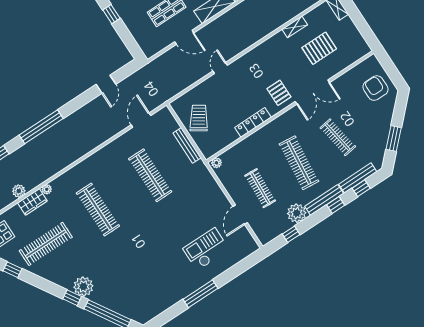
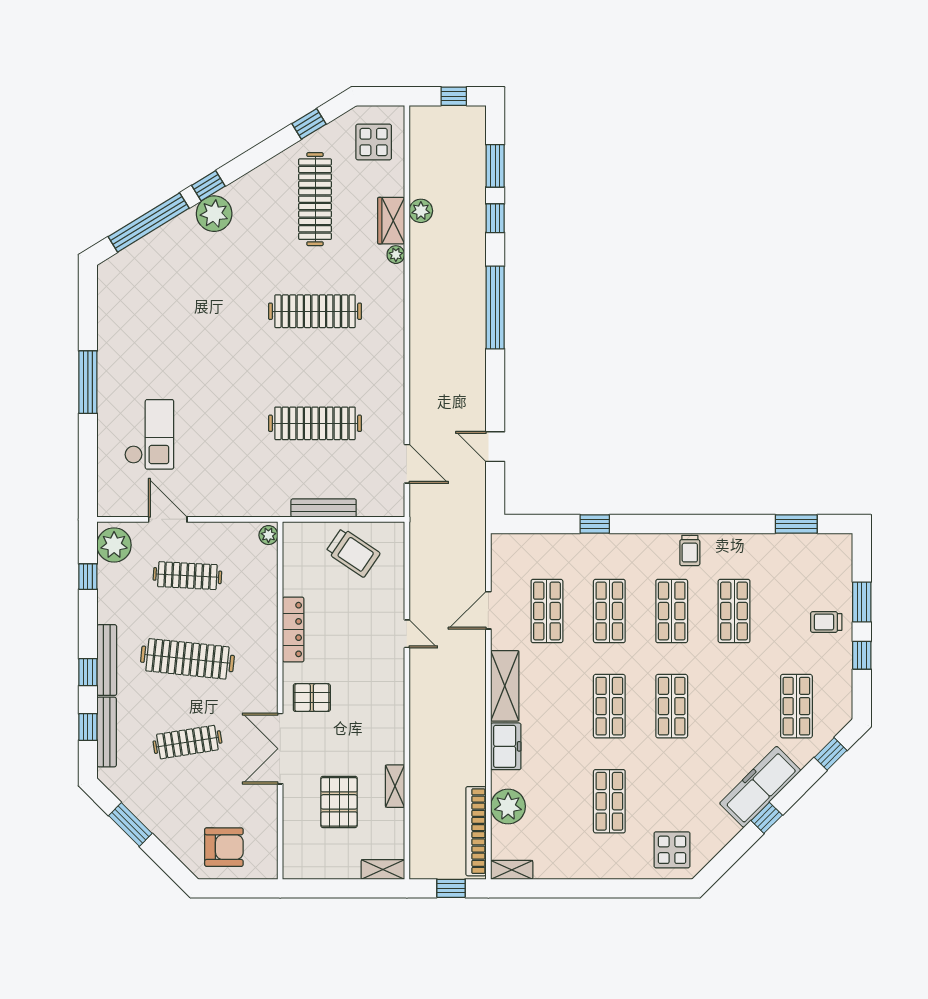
plant: (297, 213) -> (114, 545), moved

